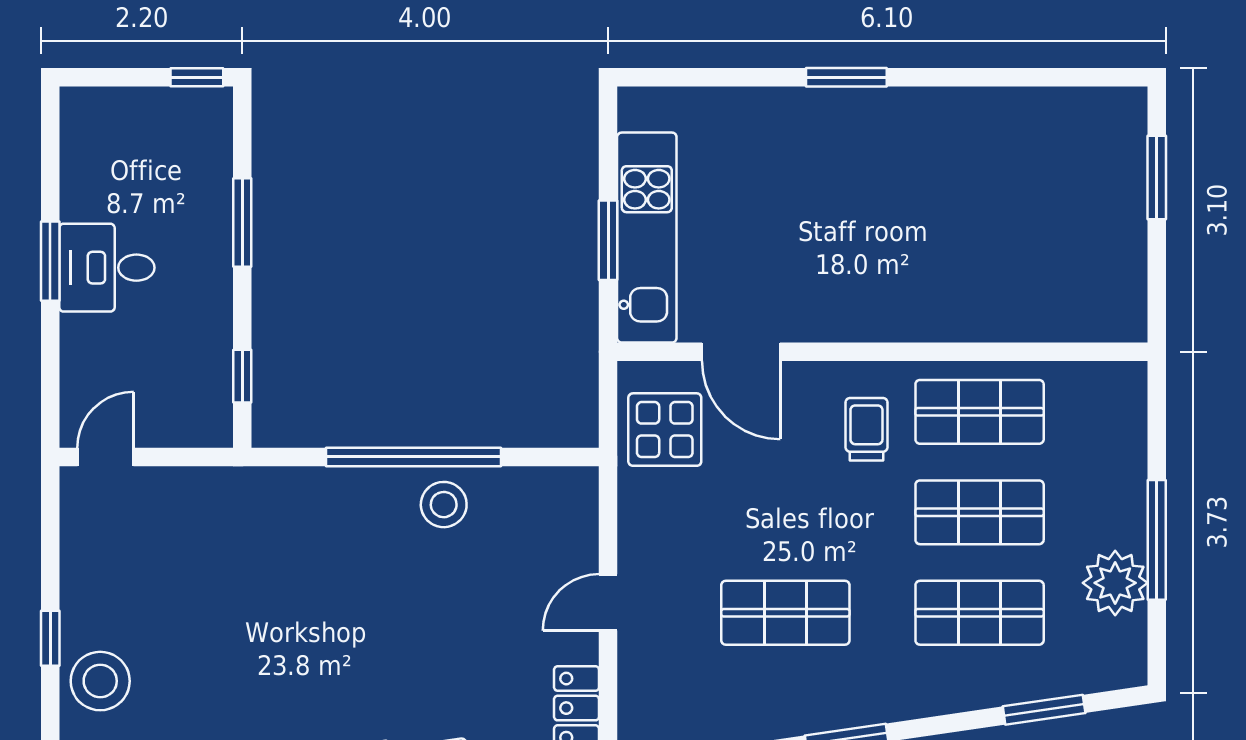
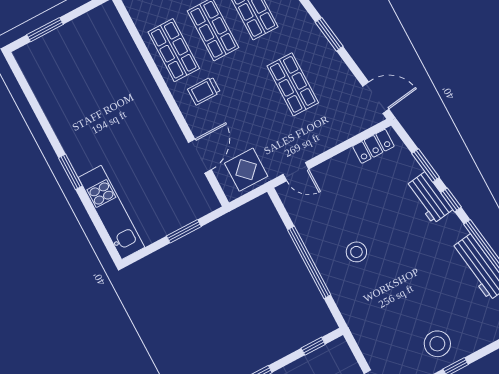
kitchen unit: (647, 238) -> (111, 212), moved, turned 90
stool: (444, 505) -> (356, 252), moved
door: (608, 602) -> (296, 172), moved
stool: (100, 681) -> (437, 344), moved

